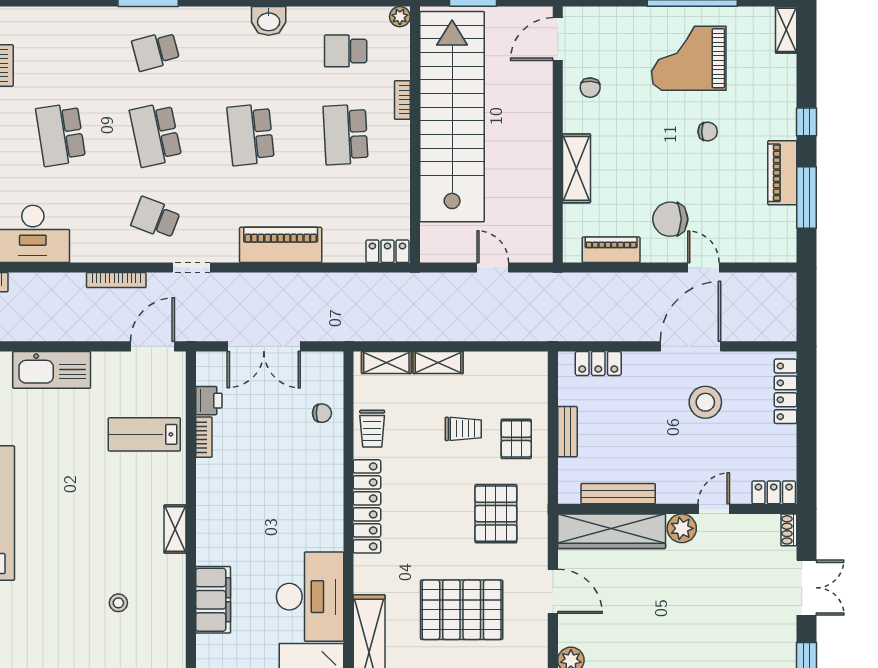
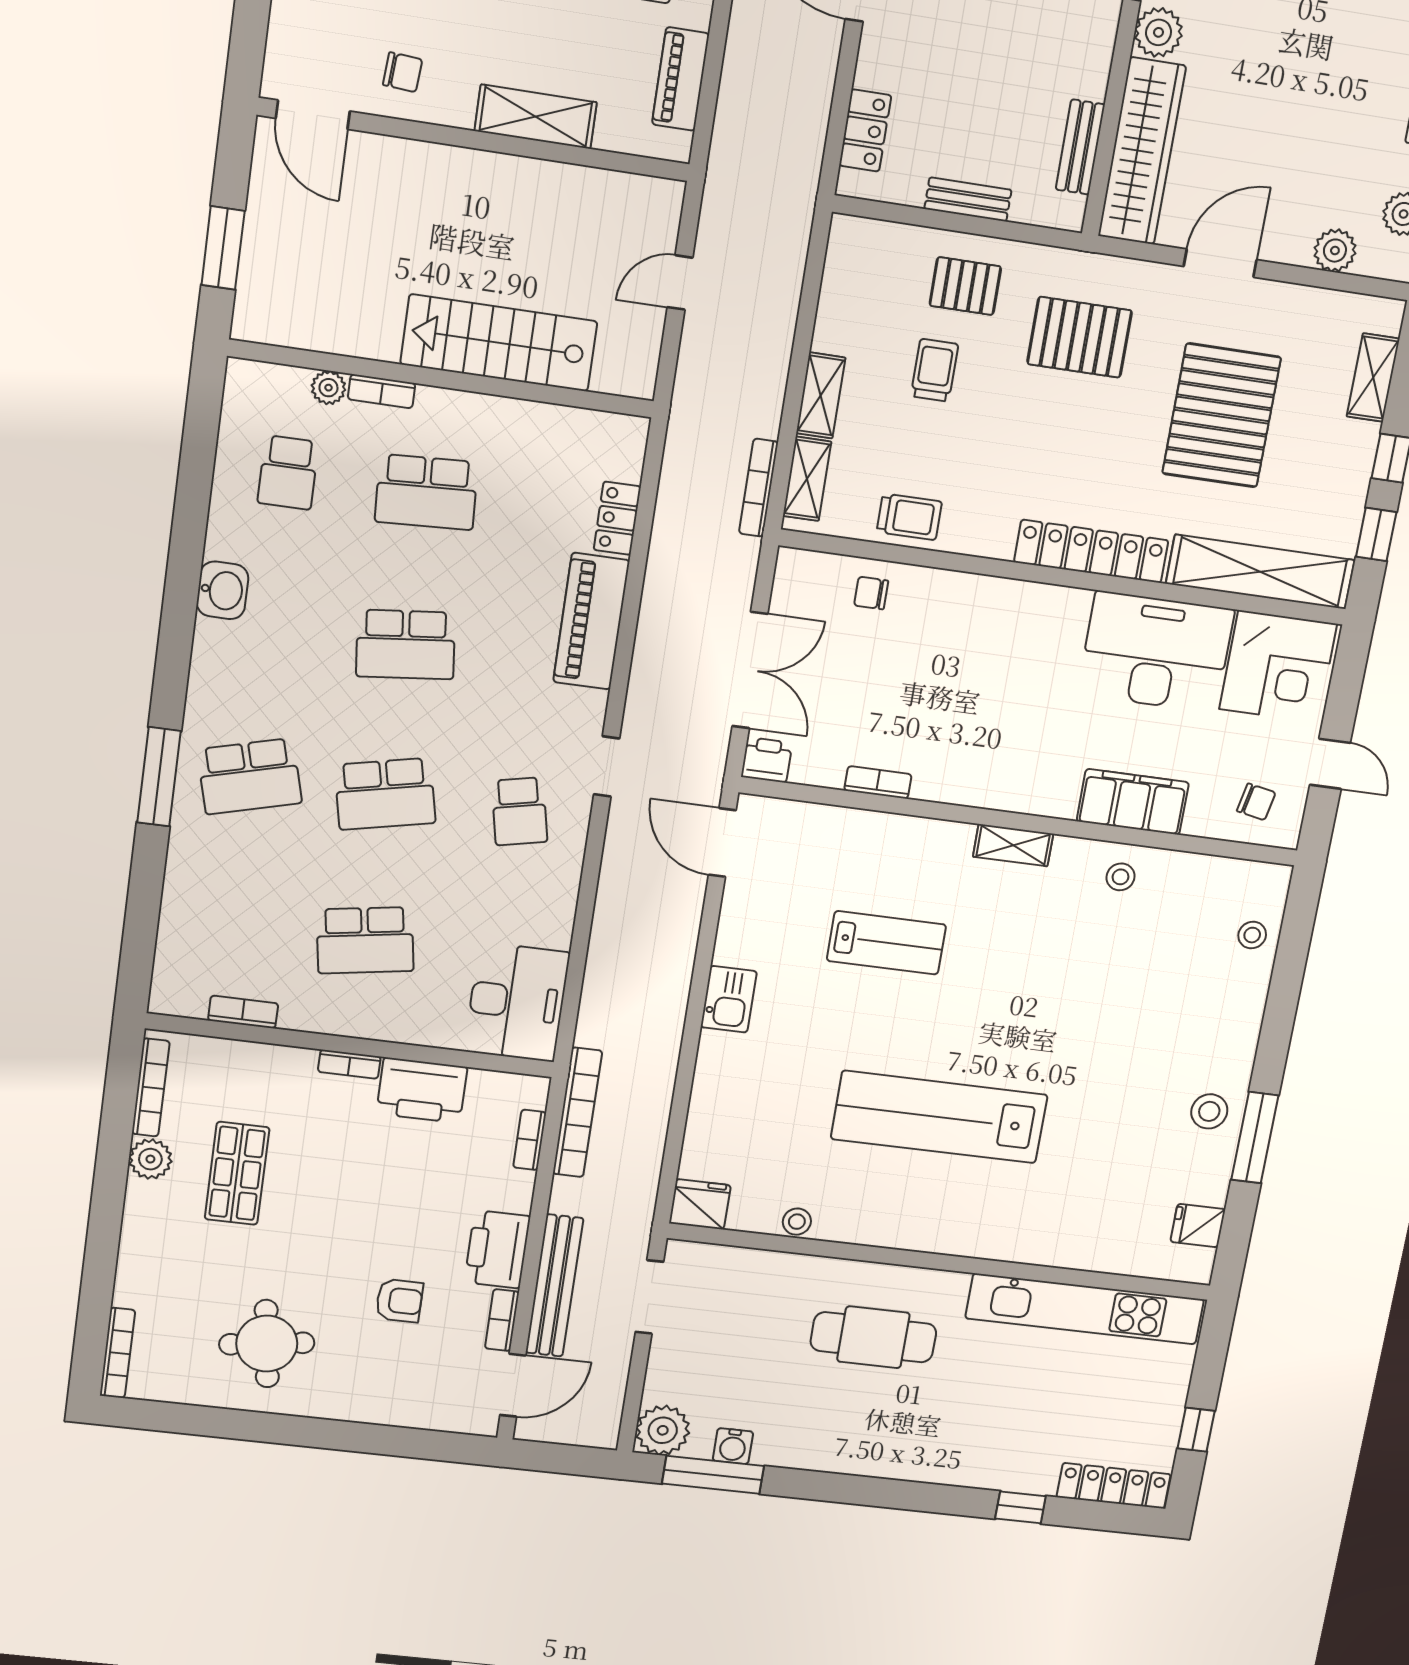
plant: (400, 17) -> (328, 388), moved
school desk: (156, 51) -> (249, 776), width x1.85
stairs: (452, 117) -> (499, 343), width x0.54, depth x0.66
school desk: (156, 218) -> (519, 811), turned -33
locker: (387, 251) -> (617, 518), moved
bookcase: (116, 280) -> (759, 488), moved, turned 180
kitchen sink: (52, 370) -> (729, 999), width x0.53, depth x0.81
printer: (209, 401) -> (767, 760), moved
chair: (322, 413) -> (871, 593), turned -90
lab bench: (144, 434) -> (886, 943), moved, turned -90
bench: (618, 494) -> (1080, 147), width x0.73
locker: (367, 506) -> (1091, 551), moved
stool: (118, 603) -> (1121, 877), moved

